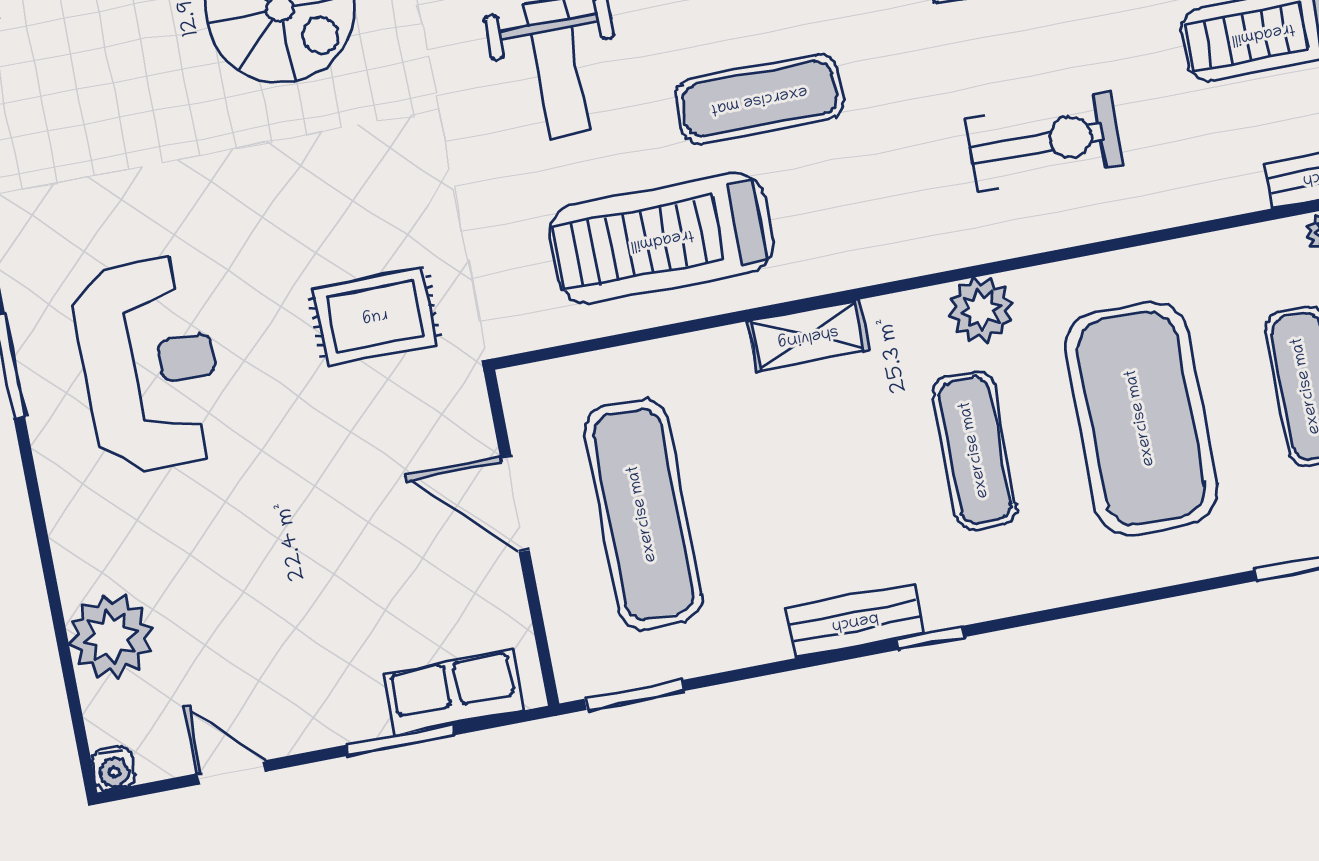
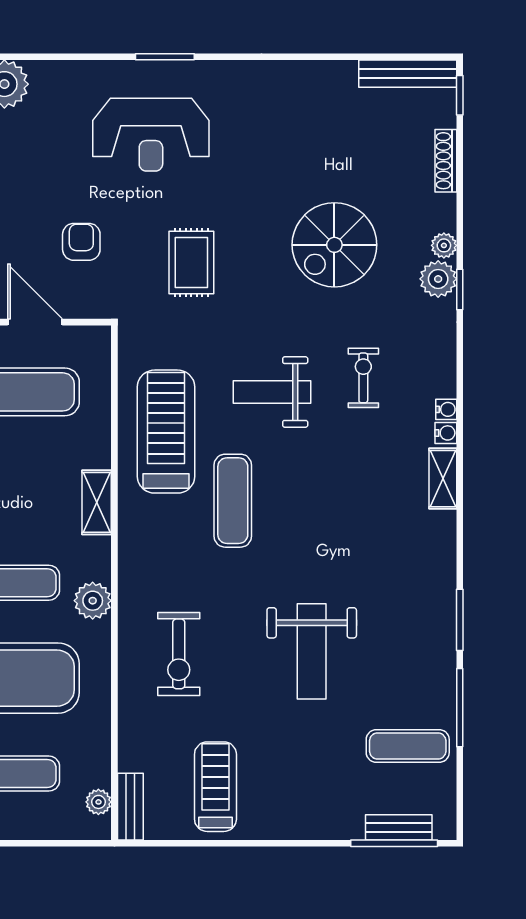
rug: (375, 316) -> (191, 262), moved
armchair: (360, 450) -> (81, 242), added
door: (515, 504) -> (35, 322), hinge flipped

